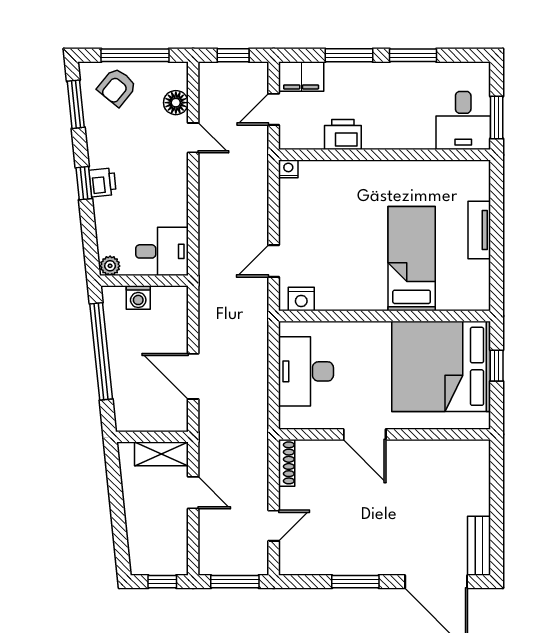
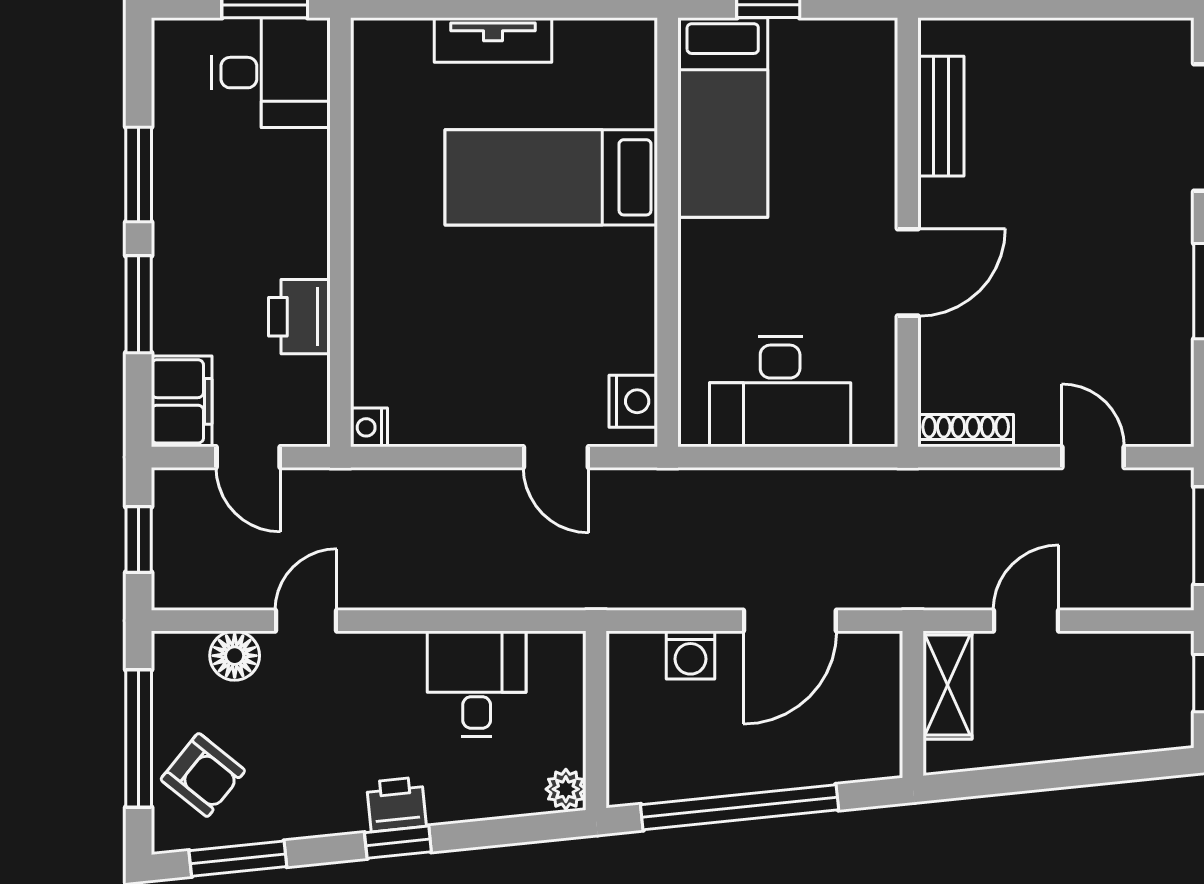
desk: (162, 251) -> (477, 684), moved
washing machine: (138, 298) -> (690, 655), moved, turned 90
bed: (441, 366) -> (723, 117), width x0.49
bench: (479, 546) -> (941, 116), moved, turned 90

